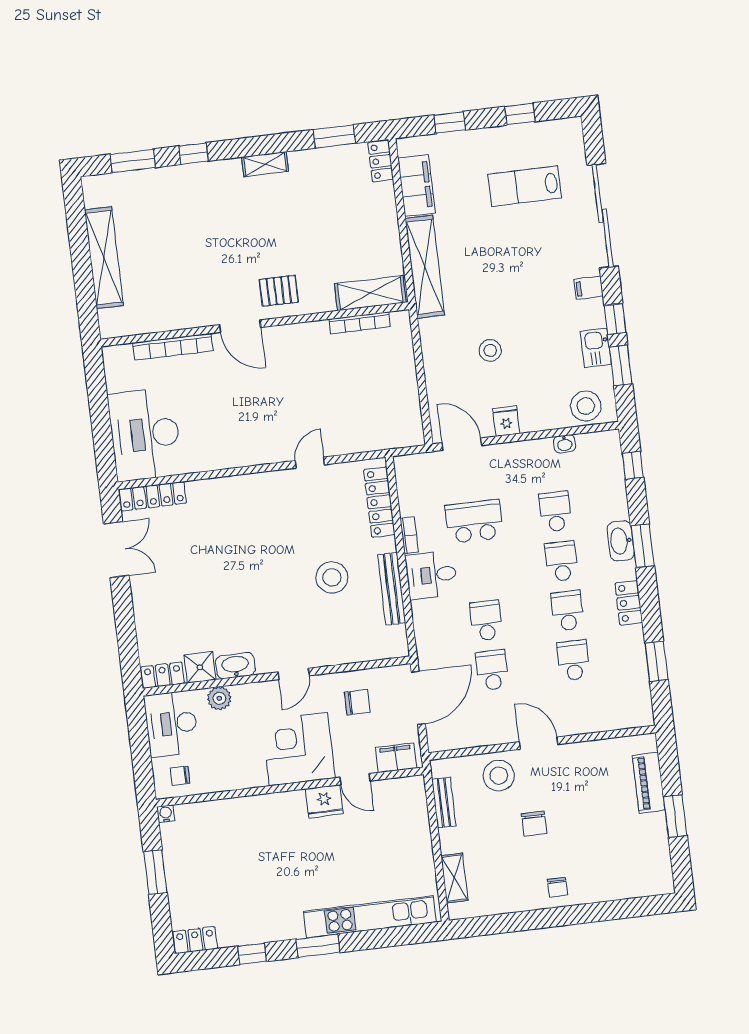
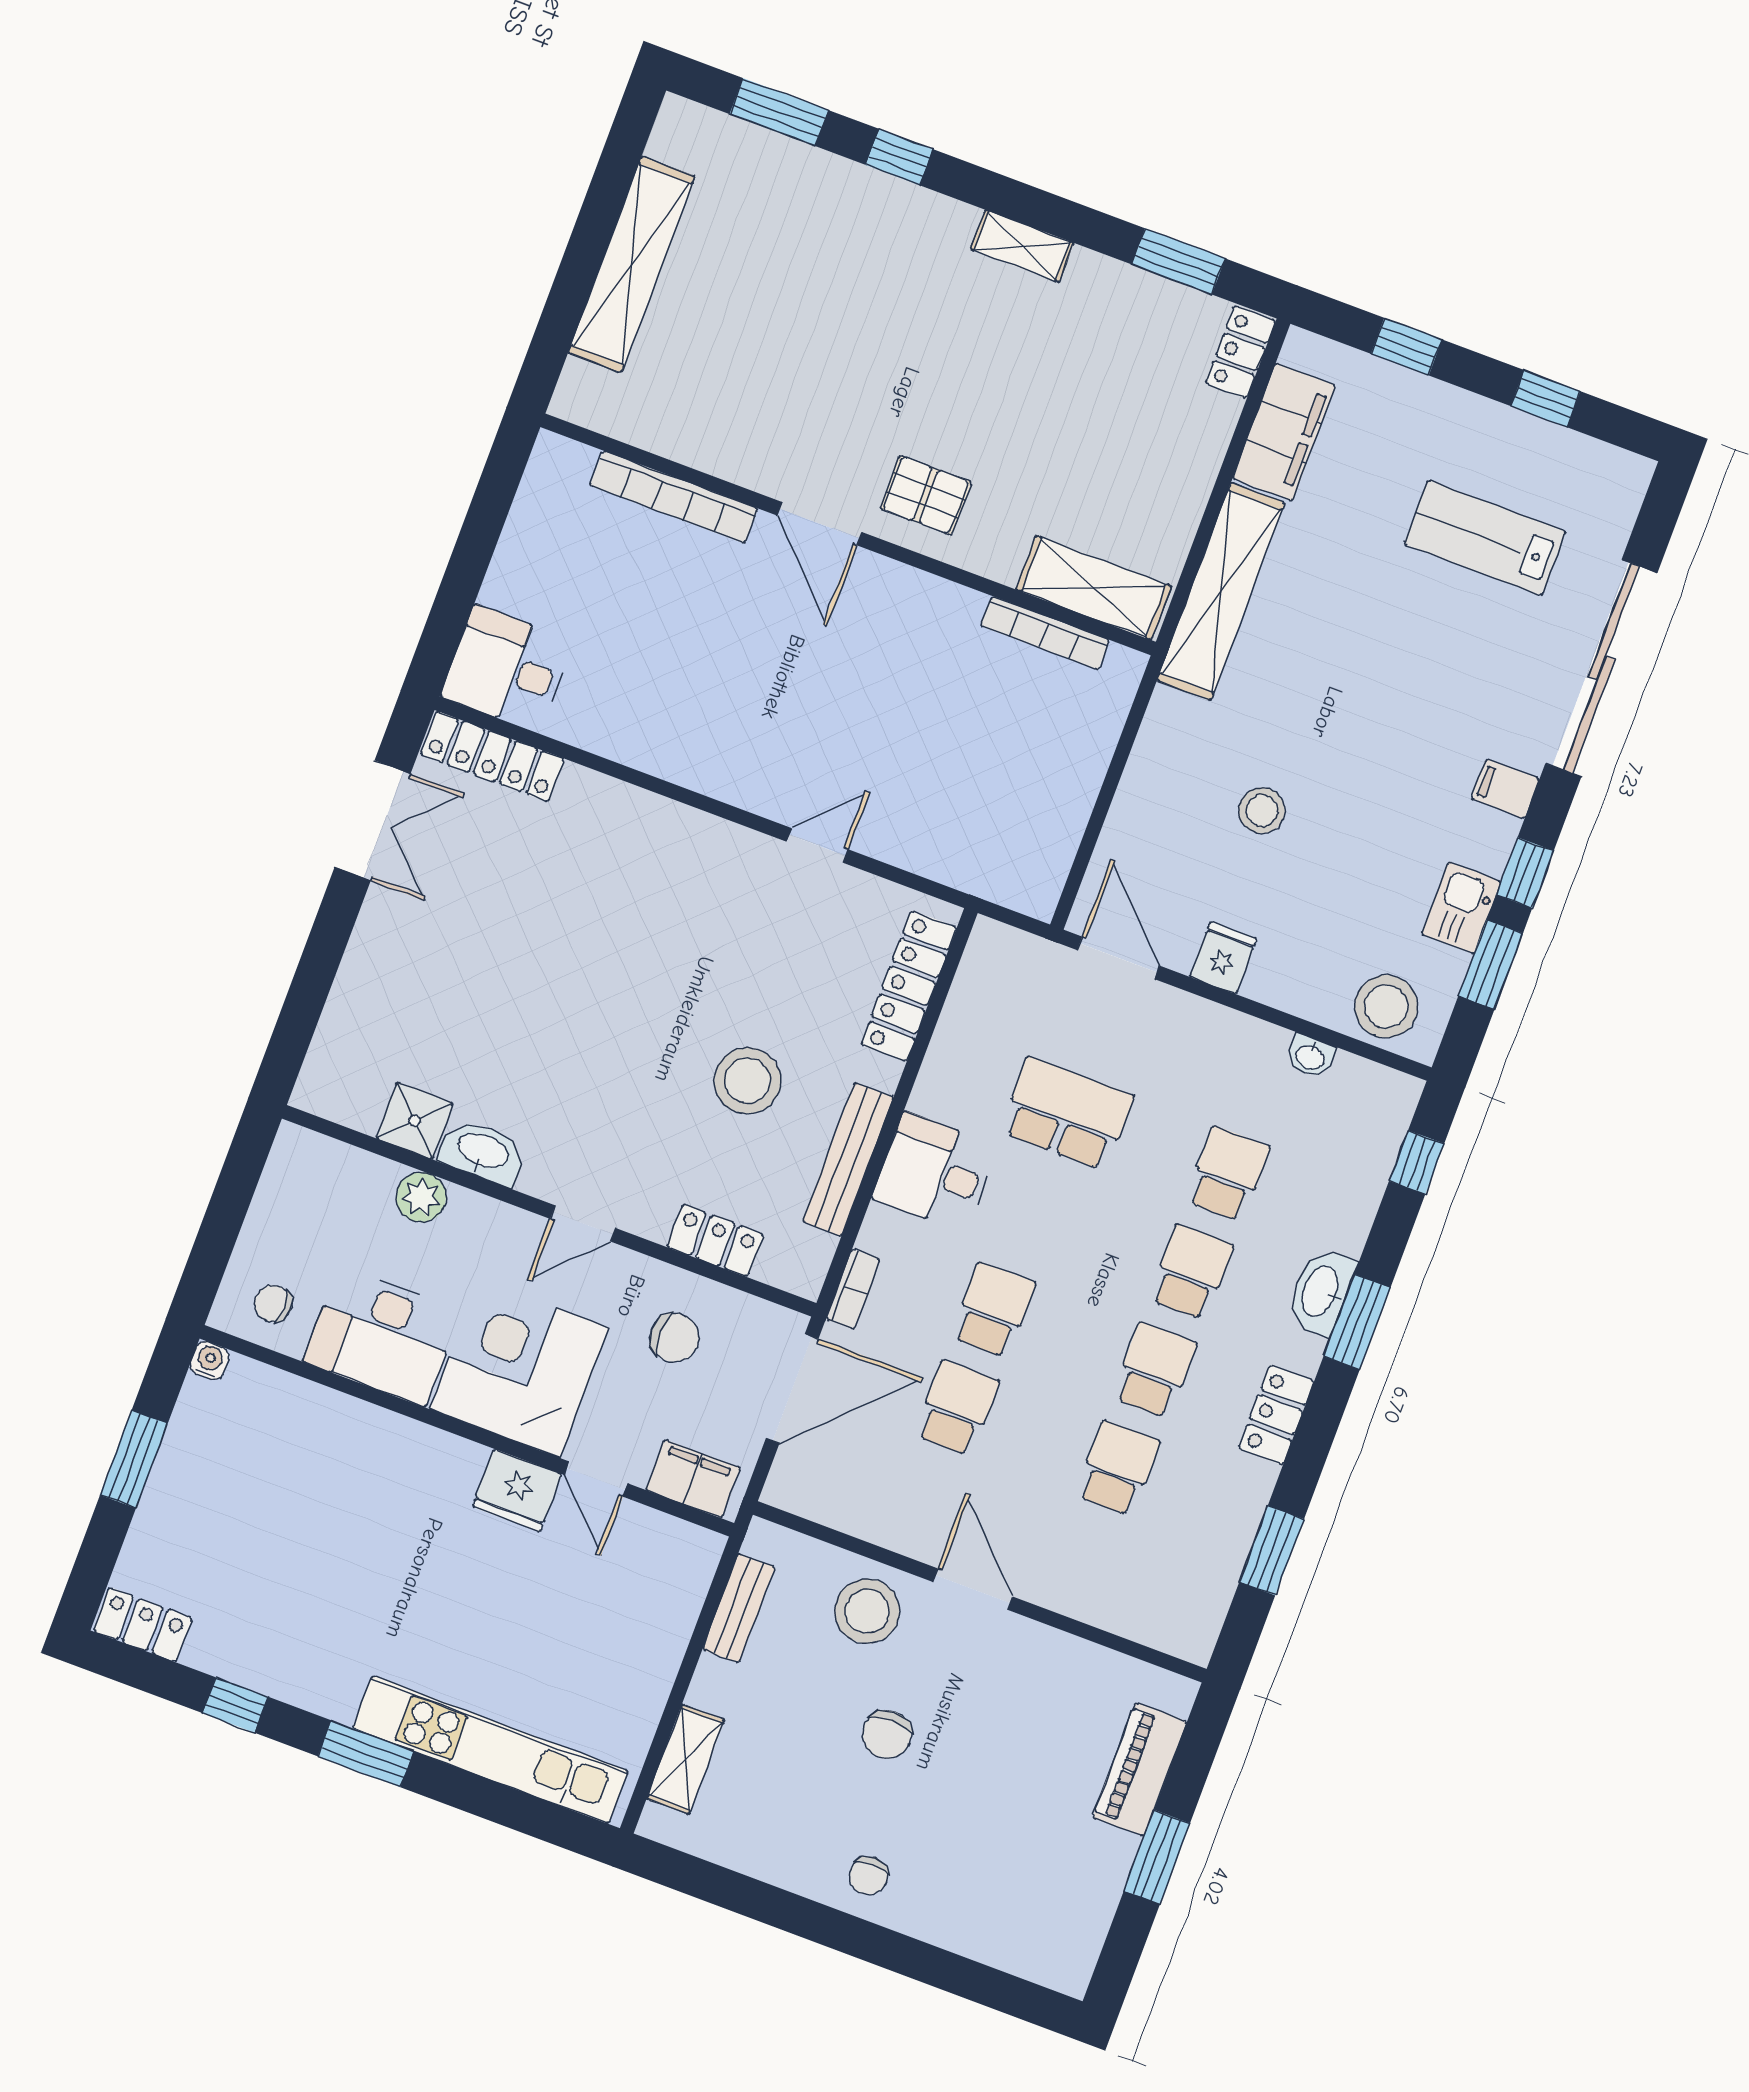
desk: (145, 434) -> (507, 669), width x0.53, depth x0.77
bookcase: (409, 535) -> (853, 1289), moved
locker: (163, 675) -> (715, 1241), moved
desk: (171, 724) -> (382, 1336), moved, turned -90

